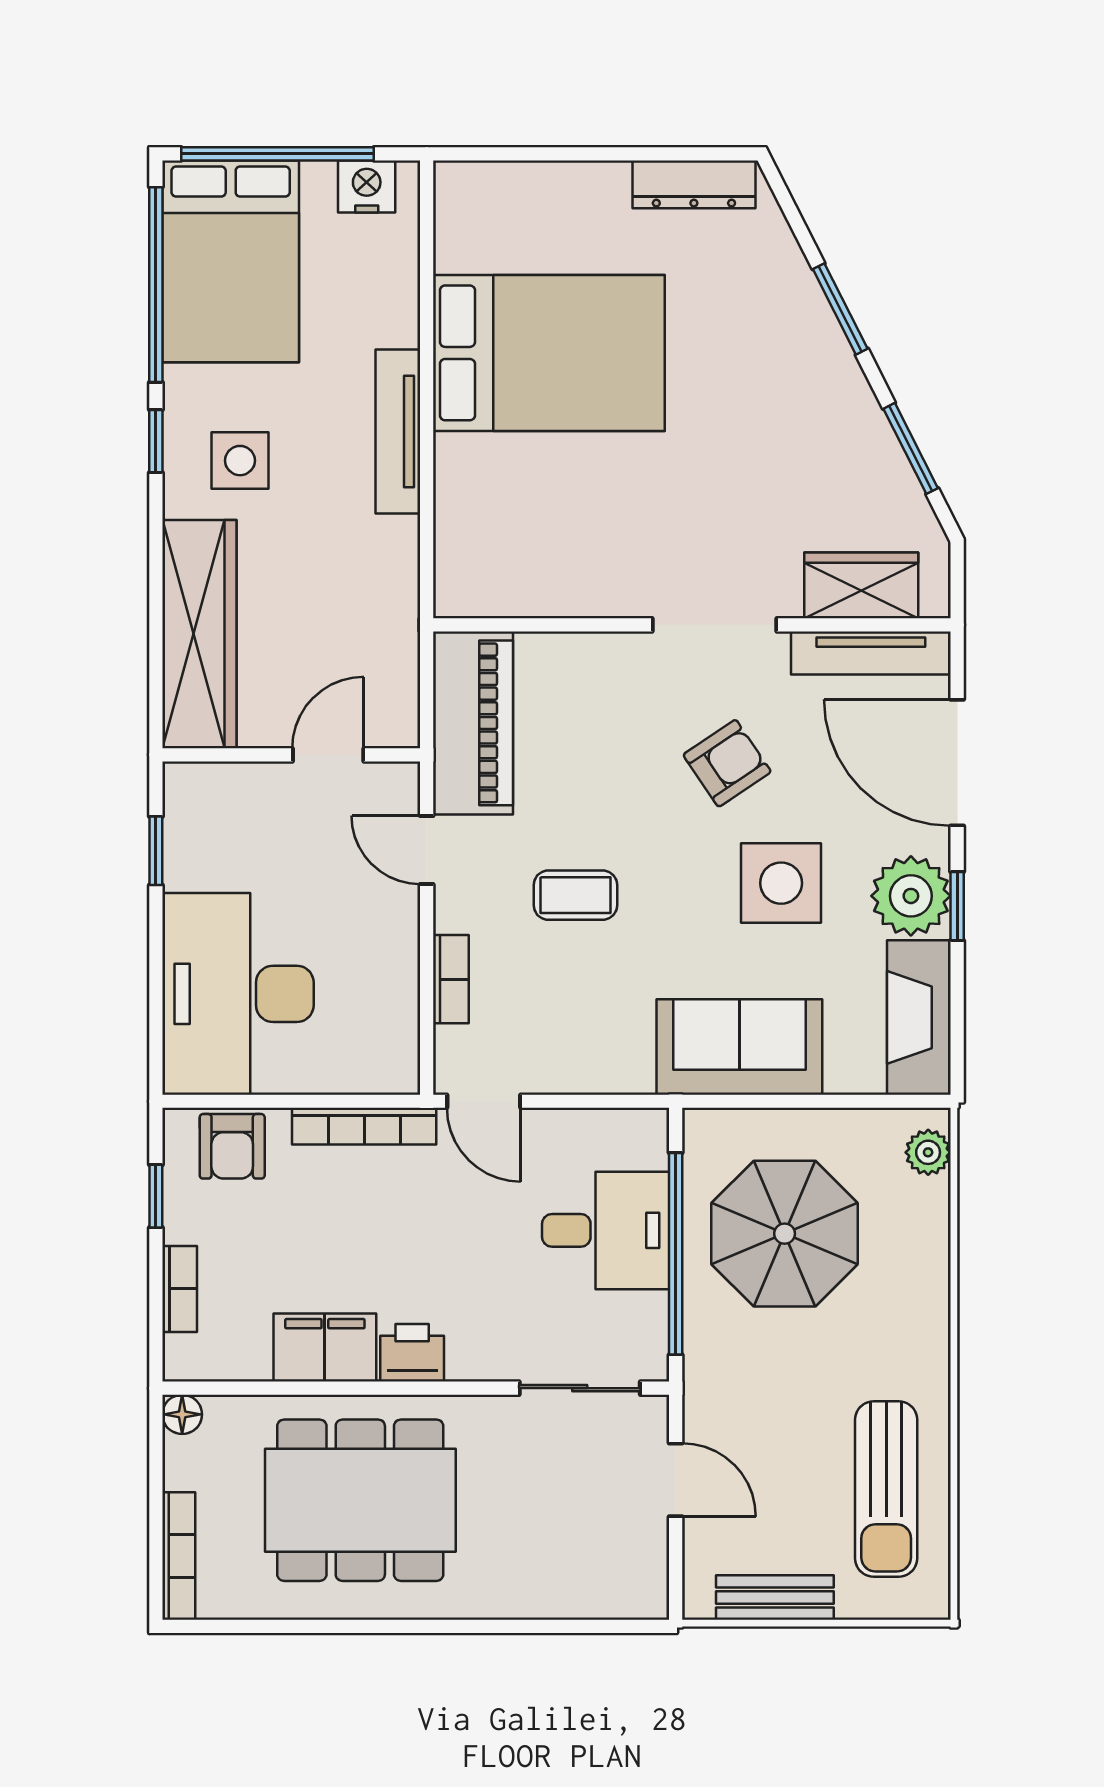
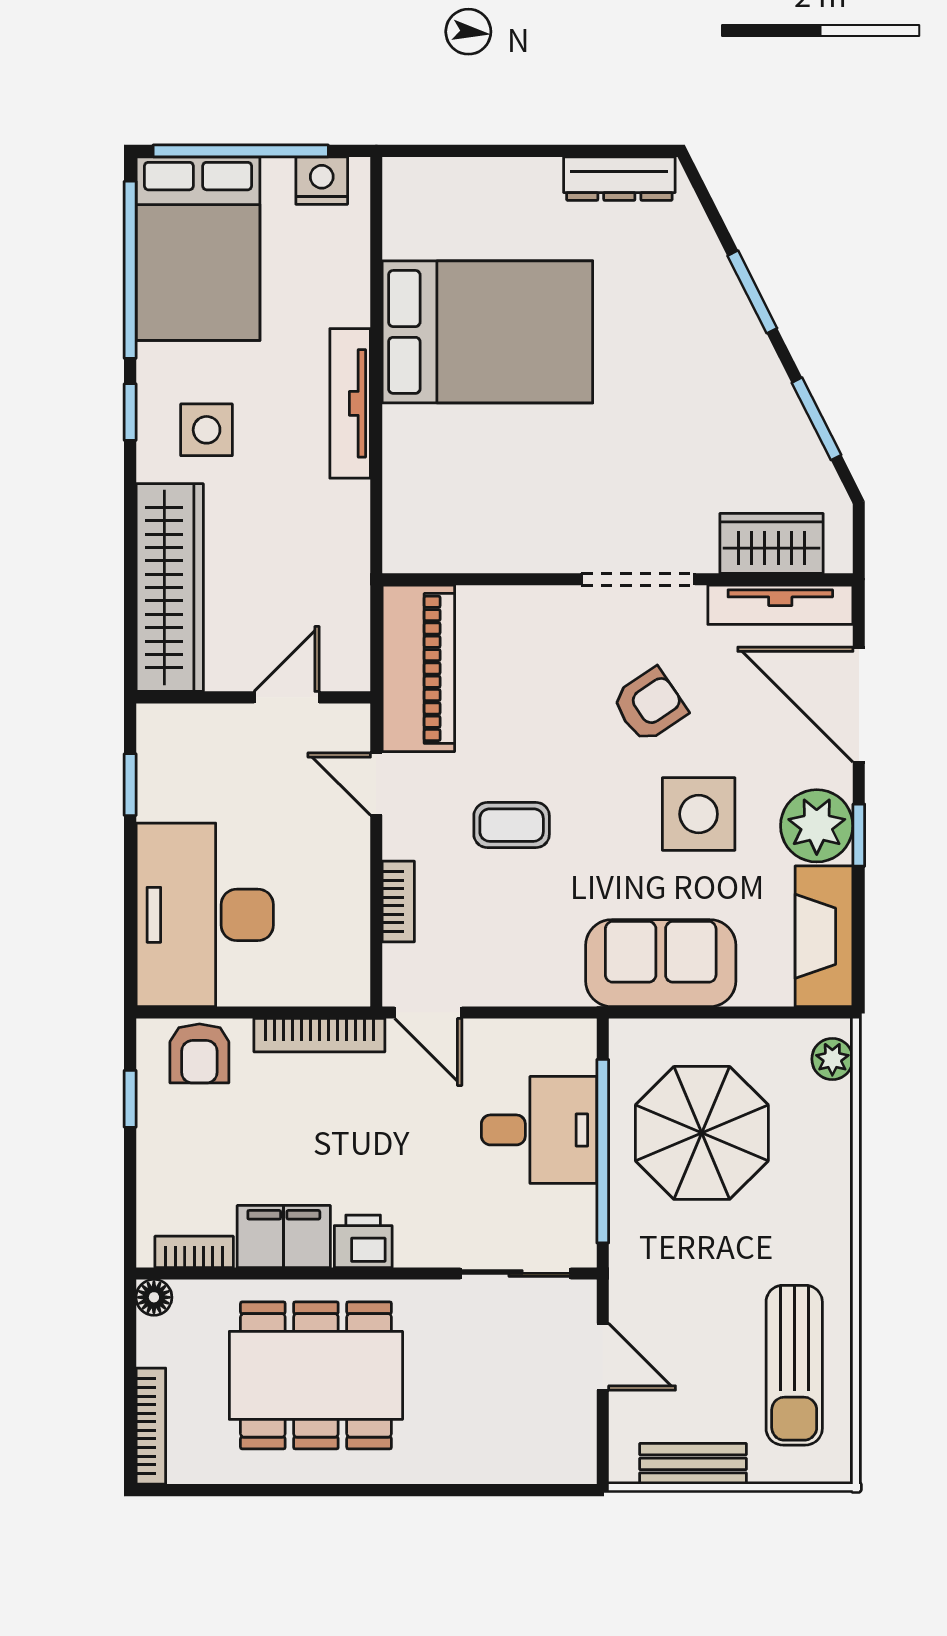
bookcase: (180, 1289) -> (194, 1252), moved, turned -90

